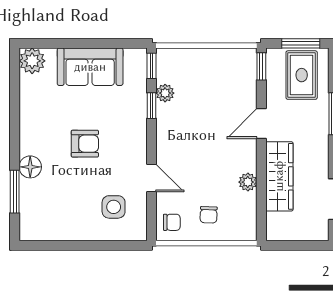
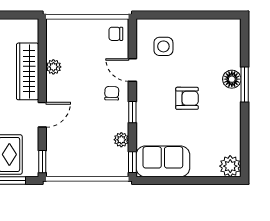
sofa: (90, 67) -> (163, 161), moved
window: (152, 106) -> (132, 112), moved
armchair: (85, 144) -> (187, 98), turned 180
window: (15, 192) -> (245, 85), moved
chair: (209, 215) -> (112, 93), moved

